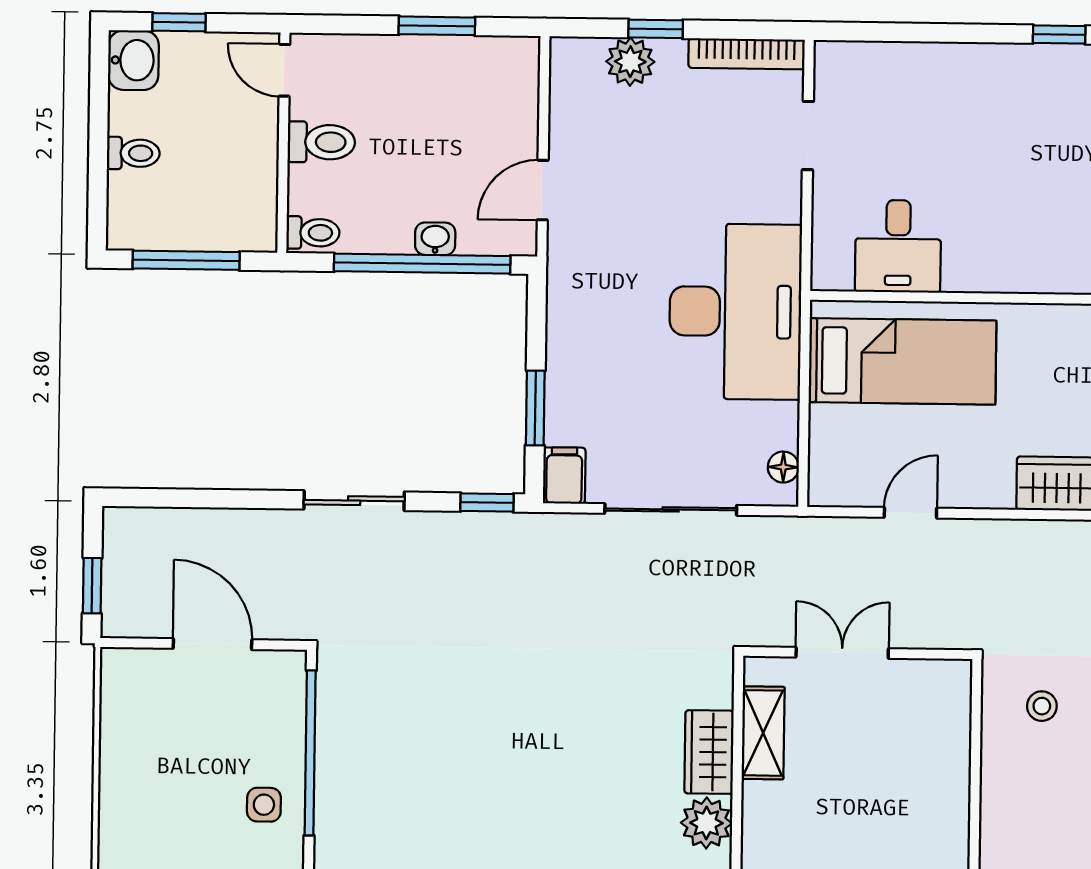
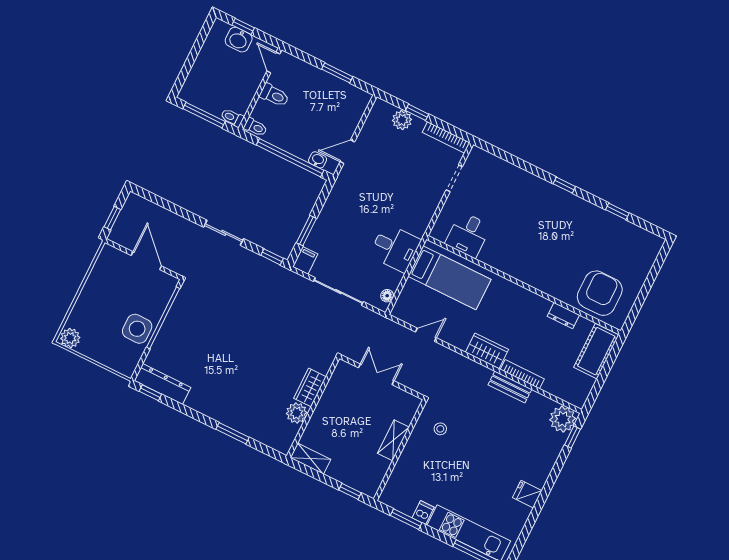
washbasin: (133, 60) -> (239, 40), moved, turned 90
toilet: (133, 153) -> (232, 118), moved, turned 180
washbasin: (435, 239) -> (318, 160), moved
desk: (735, 312) -> (395, 248), width x0.53, depth x0.77
shelving: (763, 733) -> (393, 440), moved
side table: (264, 805) -> (137, 329), width x1.87, depth x1.87

